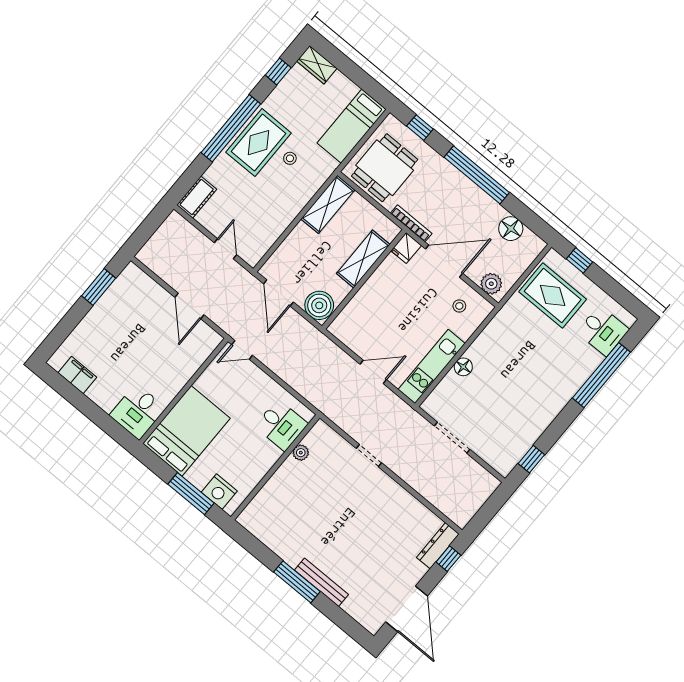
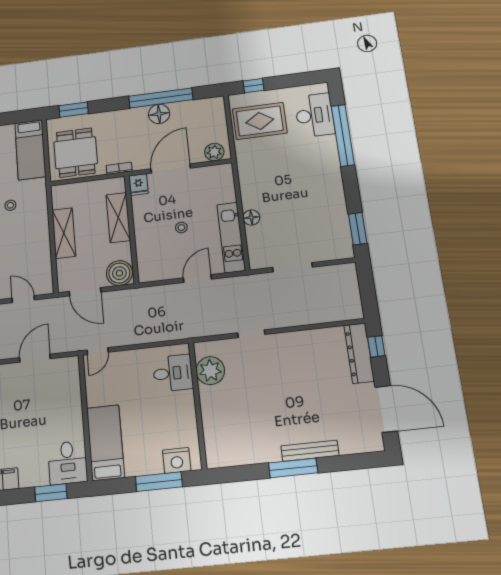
window: (420, 128) -> (74, 110), width x1.50
window: (477, 175) -> (161, 98), moved
shelving: (328, 204) -> (64, 233), moved
bookcase: (411, 223) -> (119, 168), width x0.64
floor lamp: (511, 229) -> (159, 114), moved
door: (189, 306) -> (35, 358), swing flipped
stool: (459, 306) -> (181, 228), moved
desk: (603, 331) -> (315, 115), width x1.37
window: (104, 421) -> (51, 493), added
bed: (187, 431) -> (105, 443), width x0.67
plant: (301, 453) -> (210, 371), width x1.87, depth x1.87
window: (531, 459) -> (358, 229), width x1.50
dresser: (438, 546) -> (359, 353), width x1.37, depth x1.24

